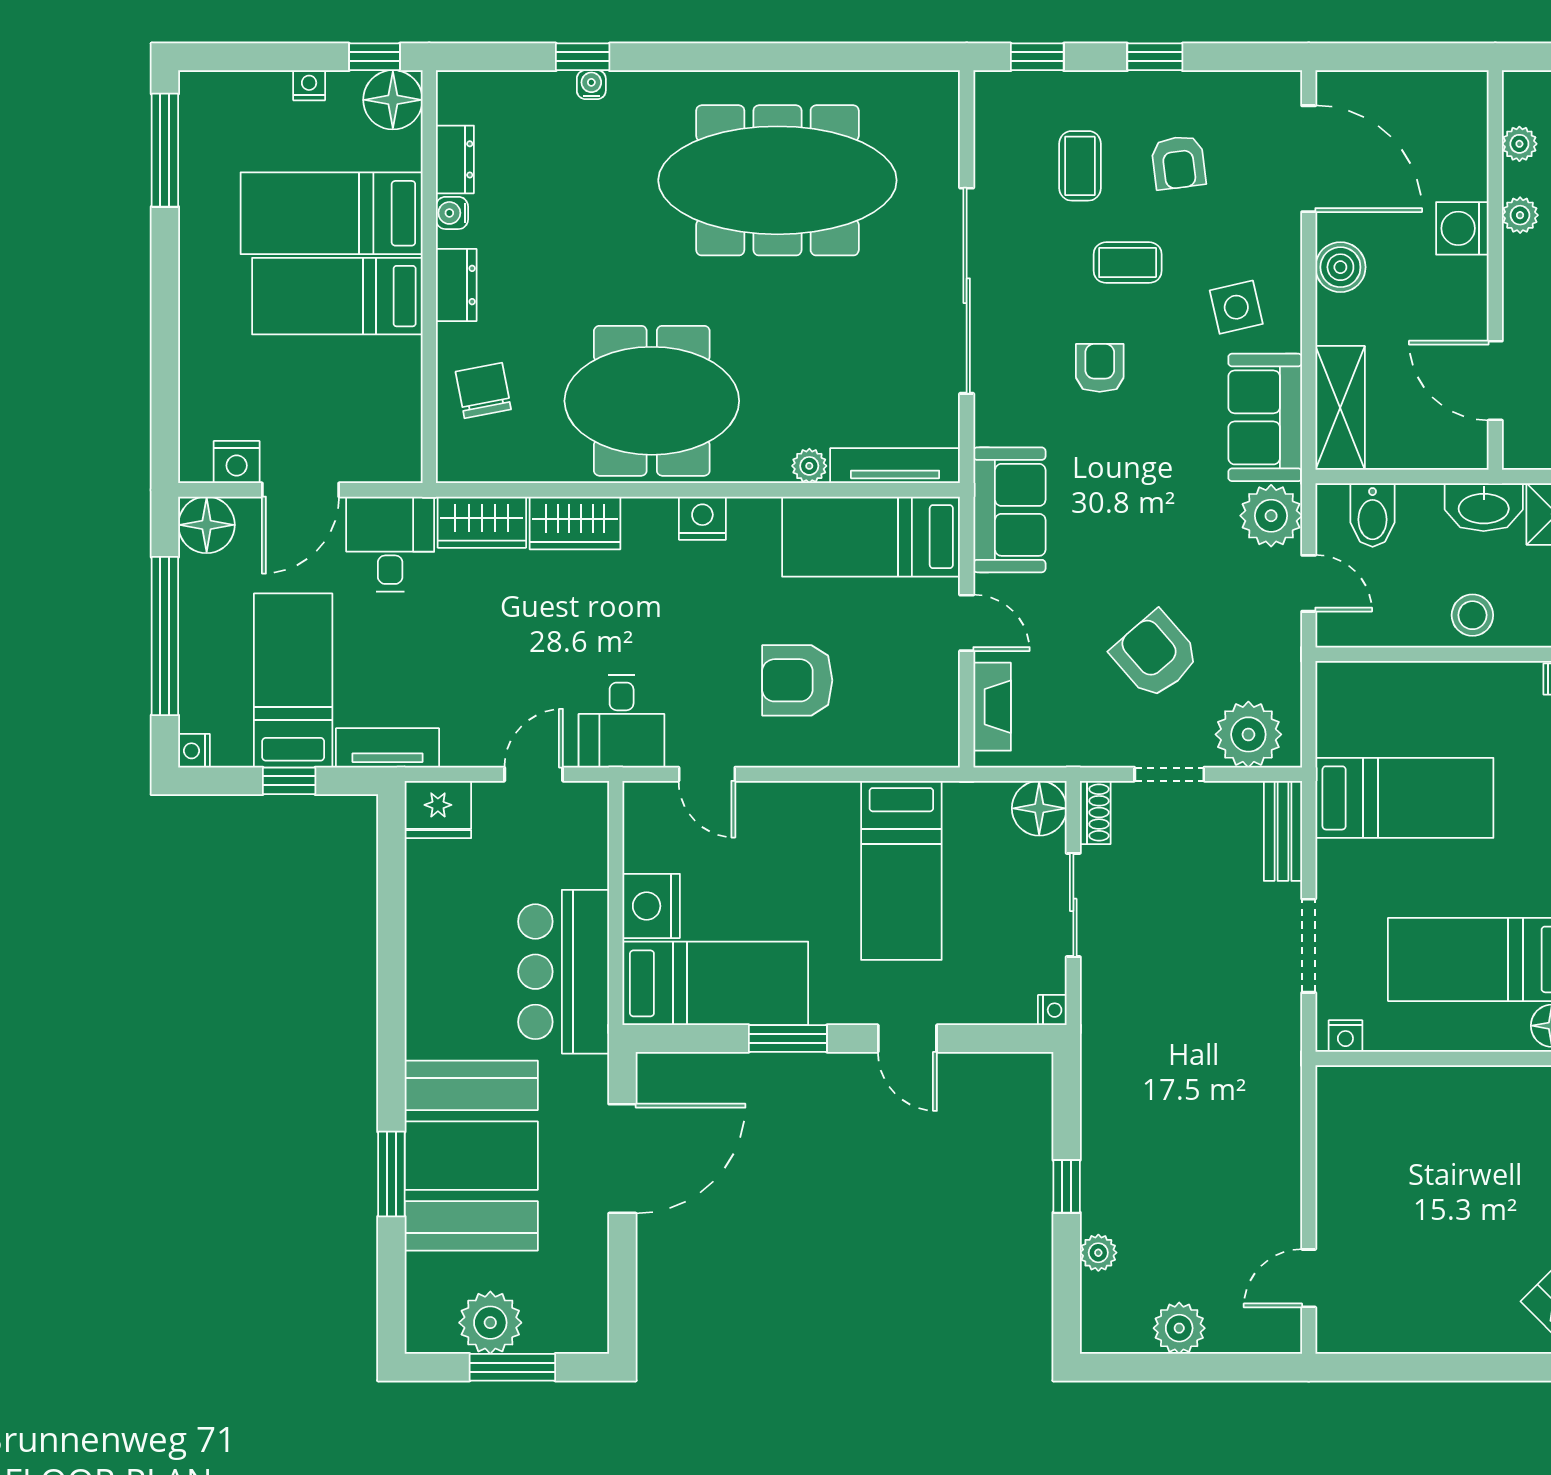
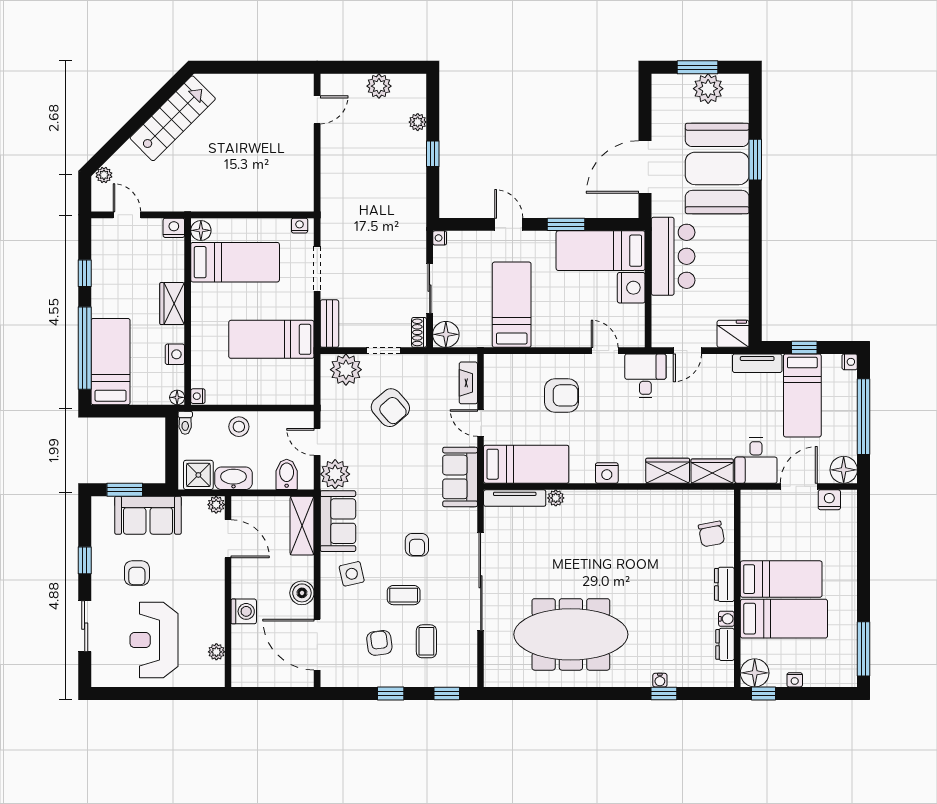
plant: (1520, 215) -> (216, 505), moved
meeting table: (652, 401) -> (631, 529), removed

